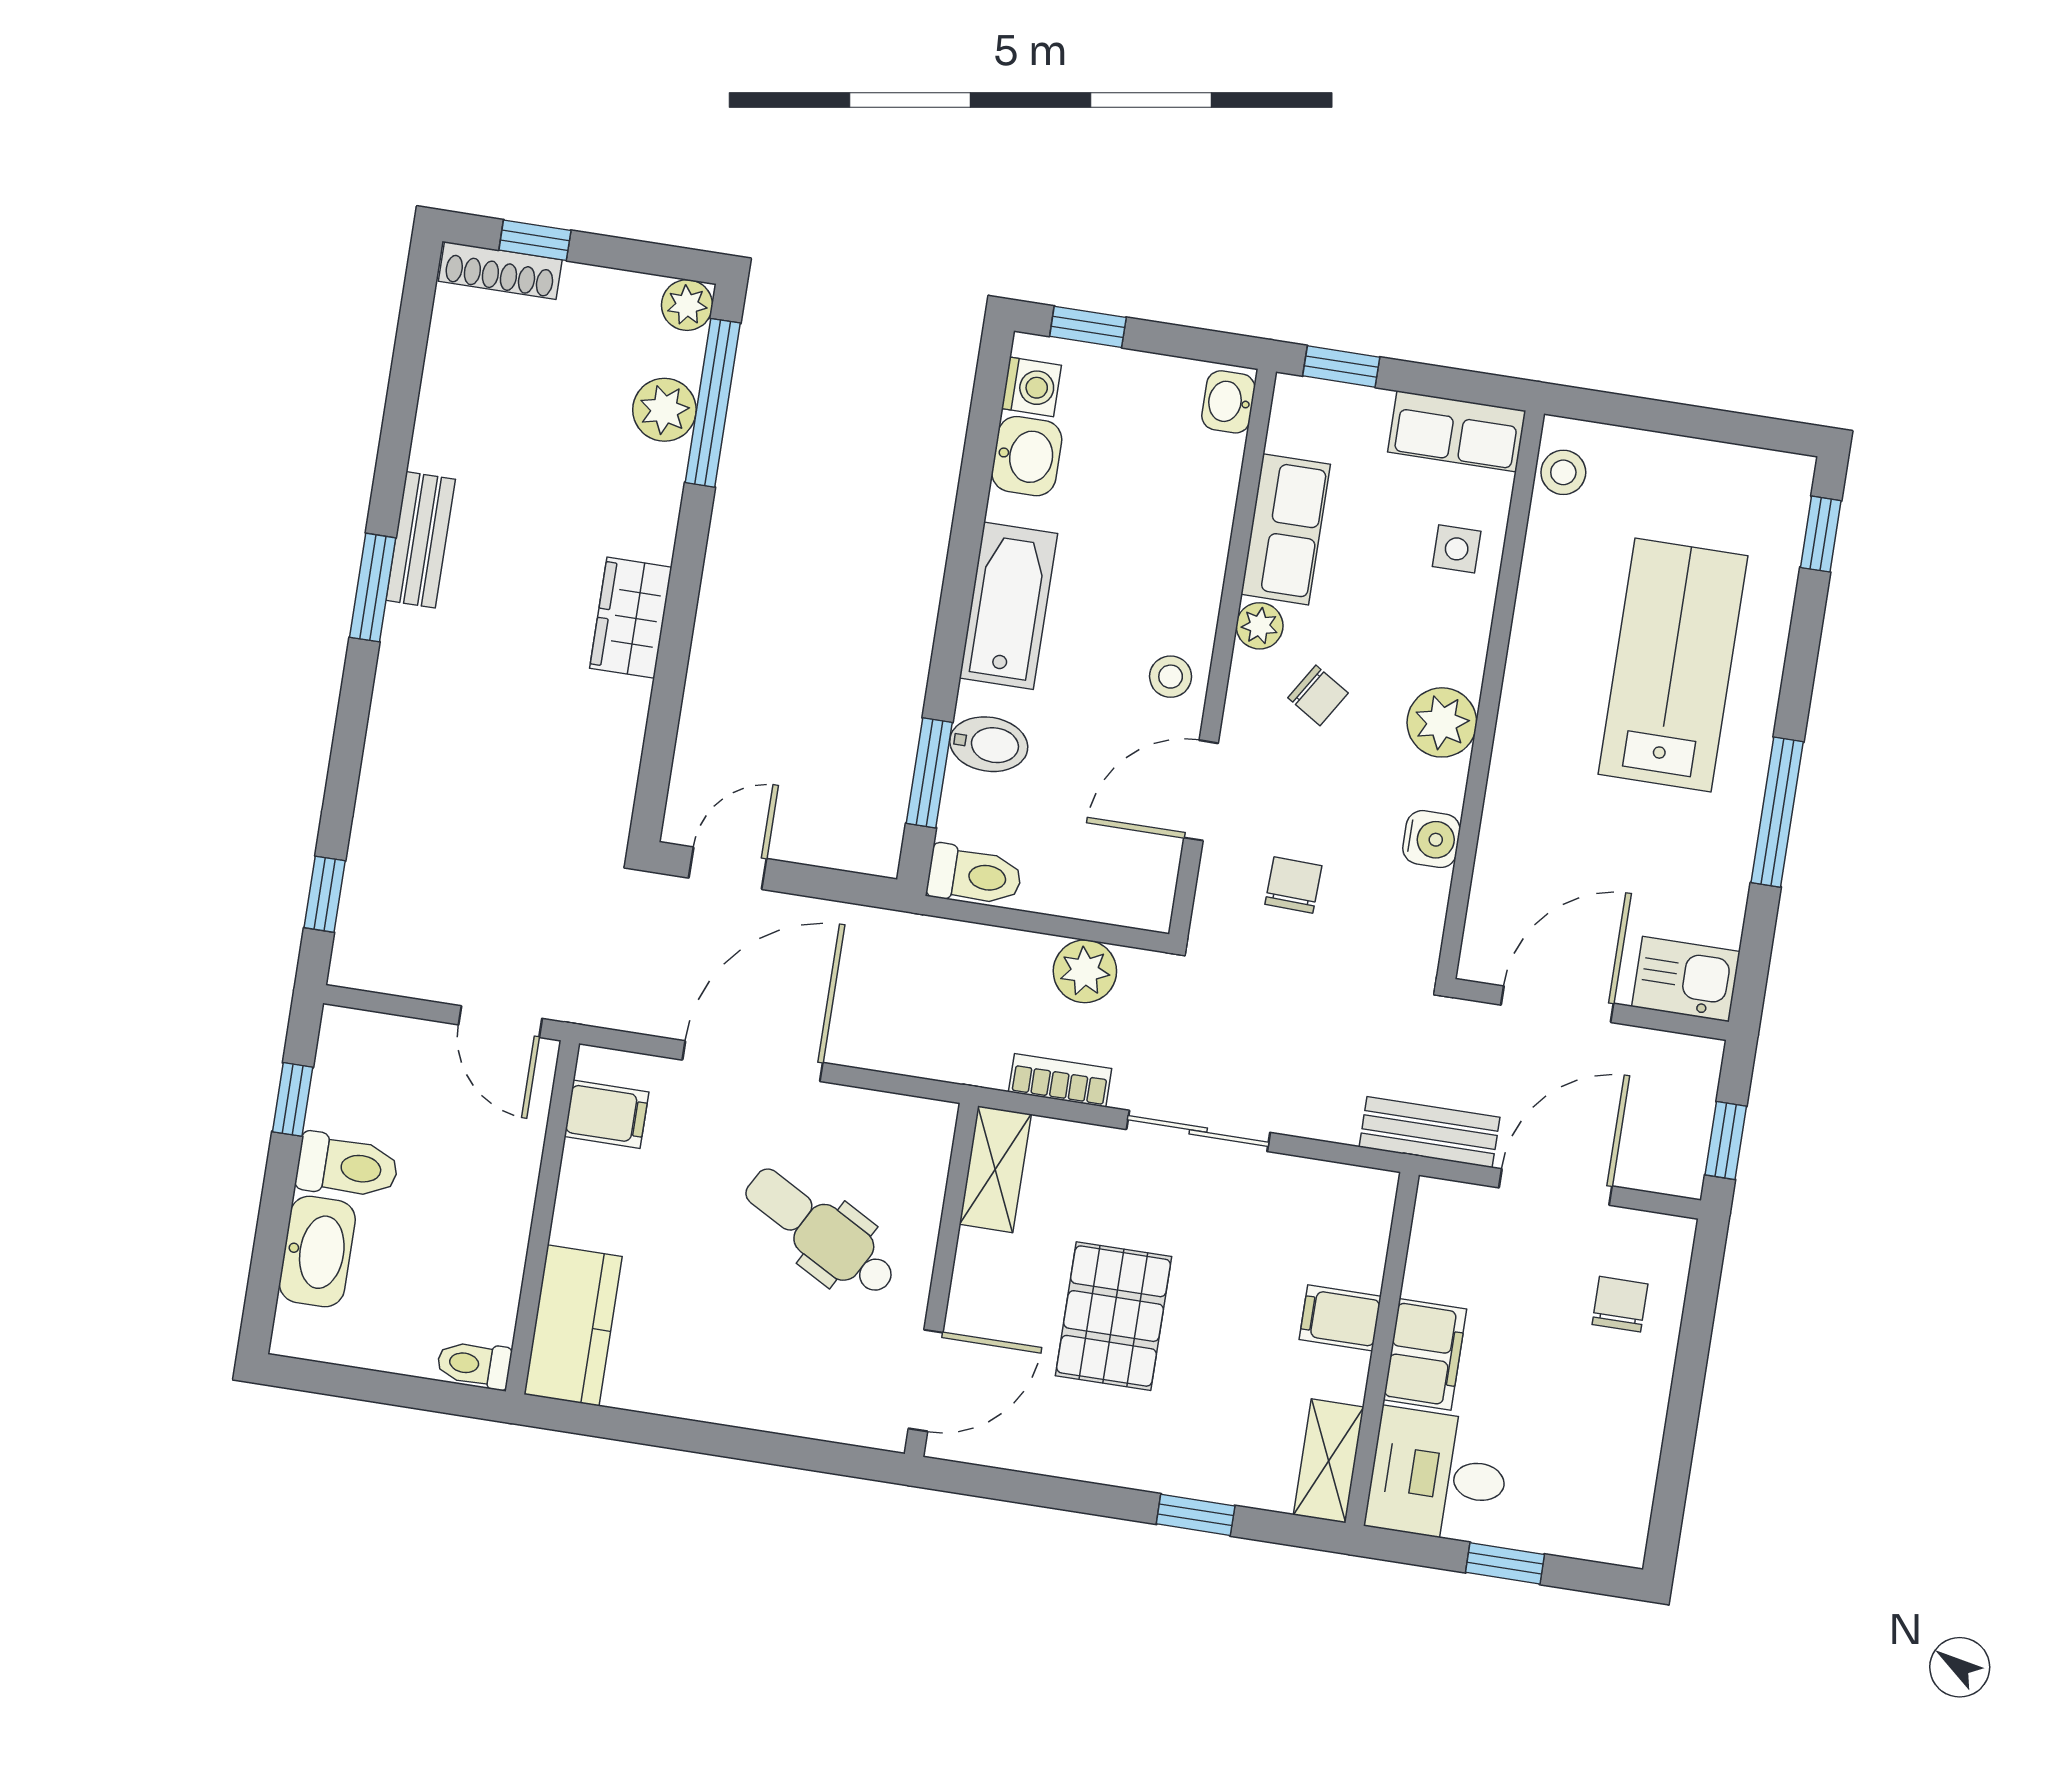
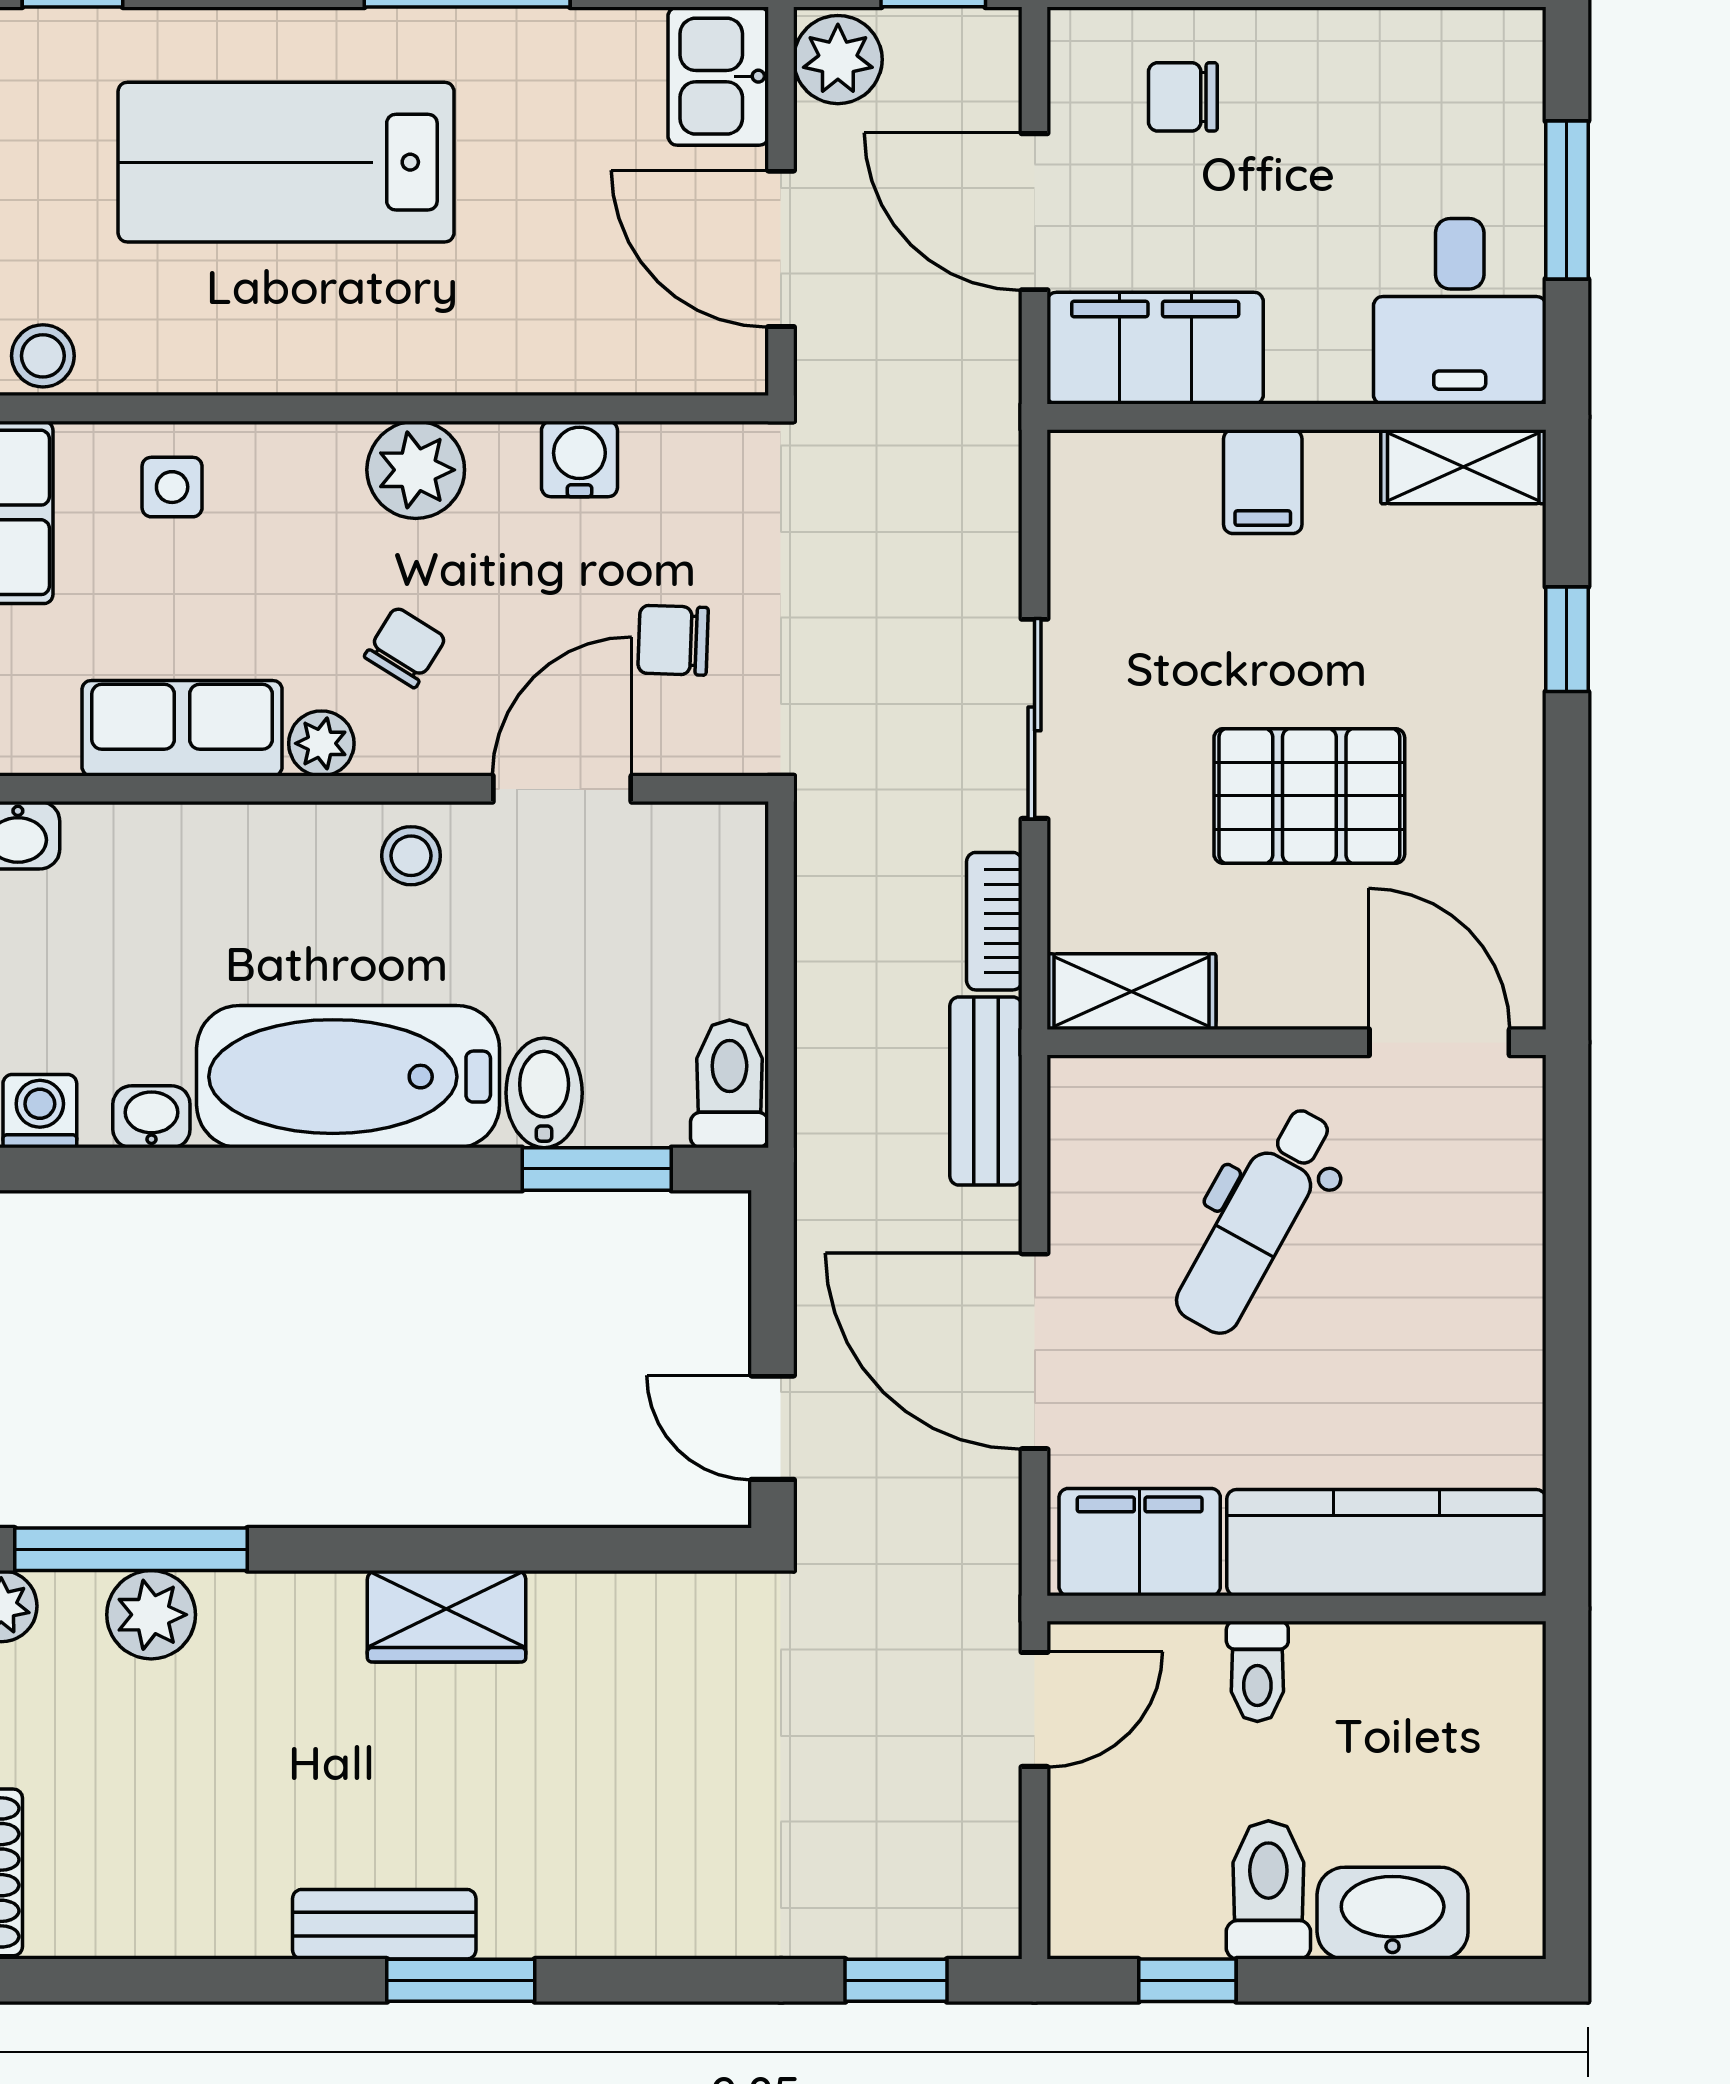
washbasin: (1027, 456) -> (151, 1117), width x0.72, depth x0.69
bathtub: (1008, 606) -> (348, 1077), width x1.36, depth x1.36
door: (1201, 790) -> (562, 789), swing flipped
plant: (1085, 971) -> (838, 60), moved
filing cabinet: (607, 1114) -> (1140, 1542), width x2.00
bench: (1430, 1132) -> (986, 1091), moved
kitchen counter: (573, 1325) -> (1386, 1543), width x1.50
filing cabinet: (1425, 1354) -> (1155, 348), moved, width x1.50, depth x1.17
toilet: (474, 1364) -> (1257, 1671), moved
window: (1505, 1563) -> (1567, 200), width x1.50

